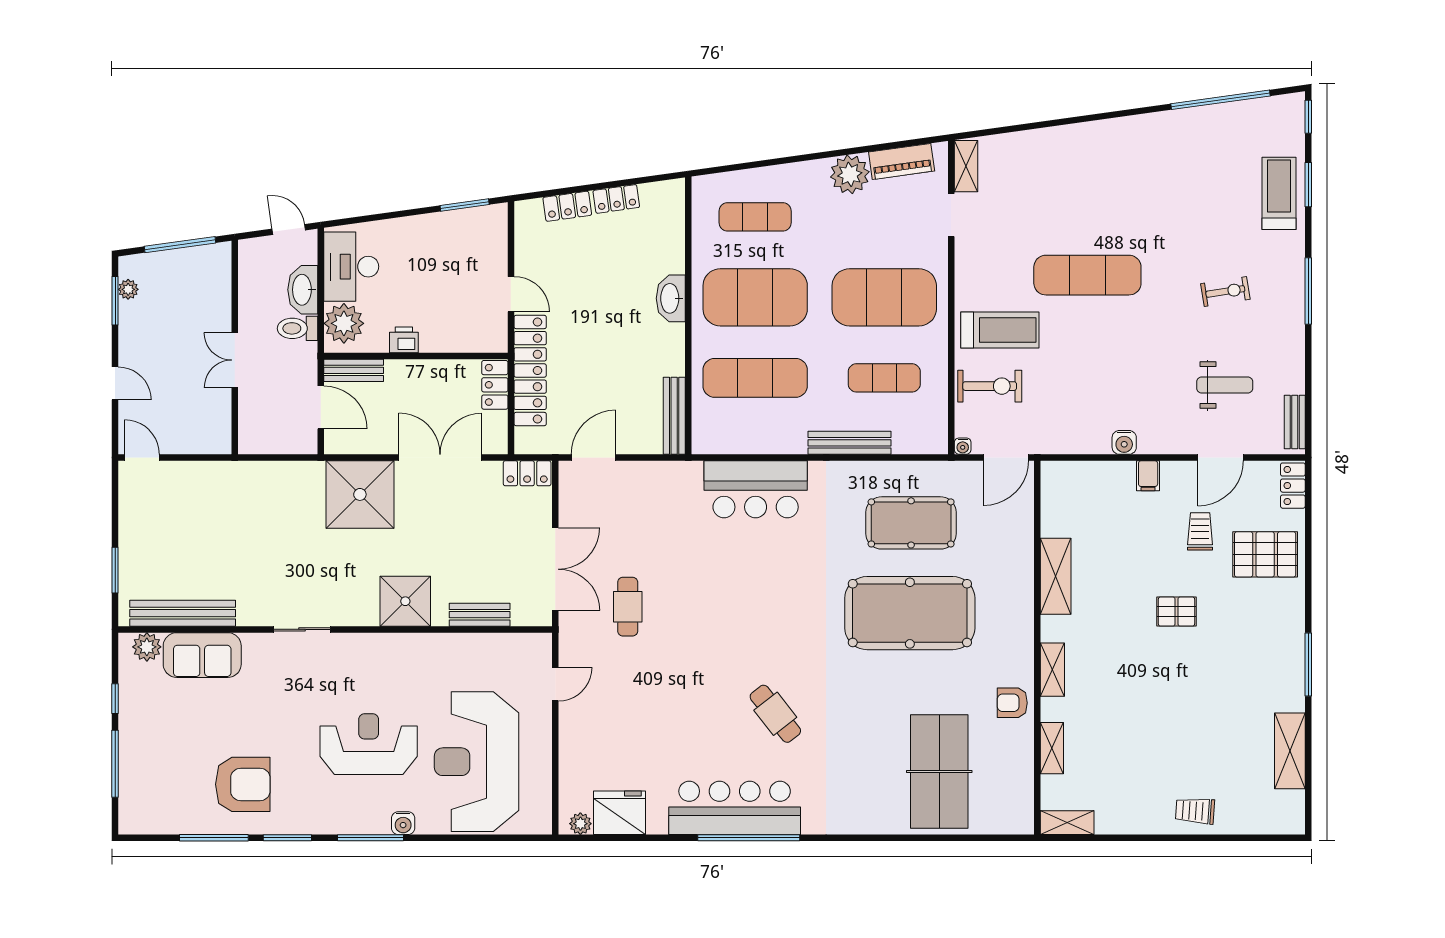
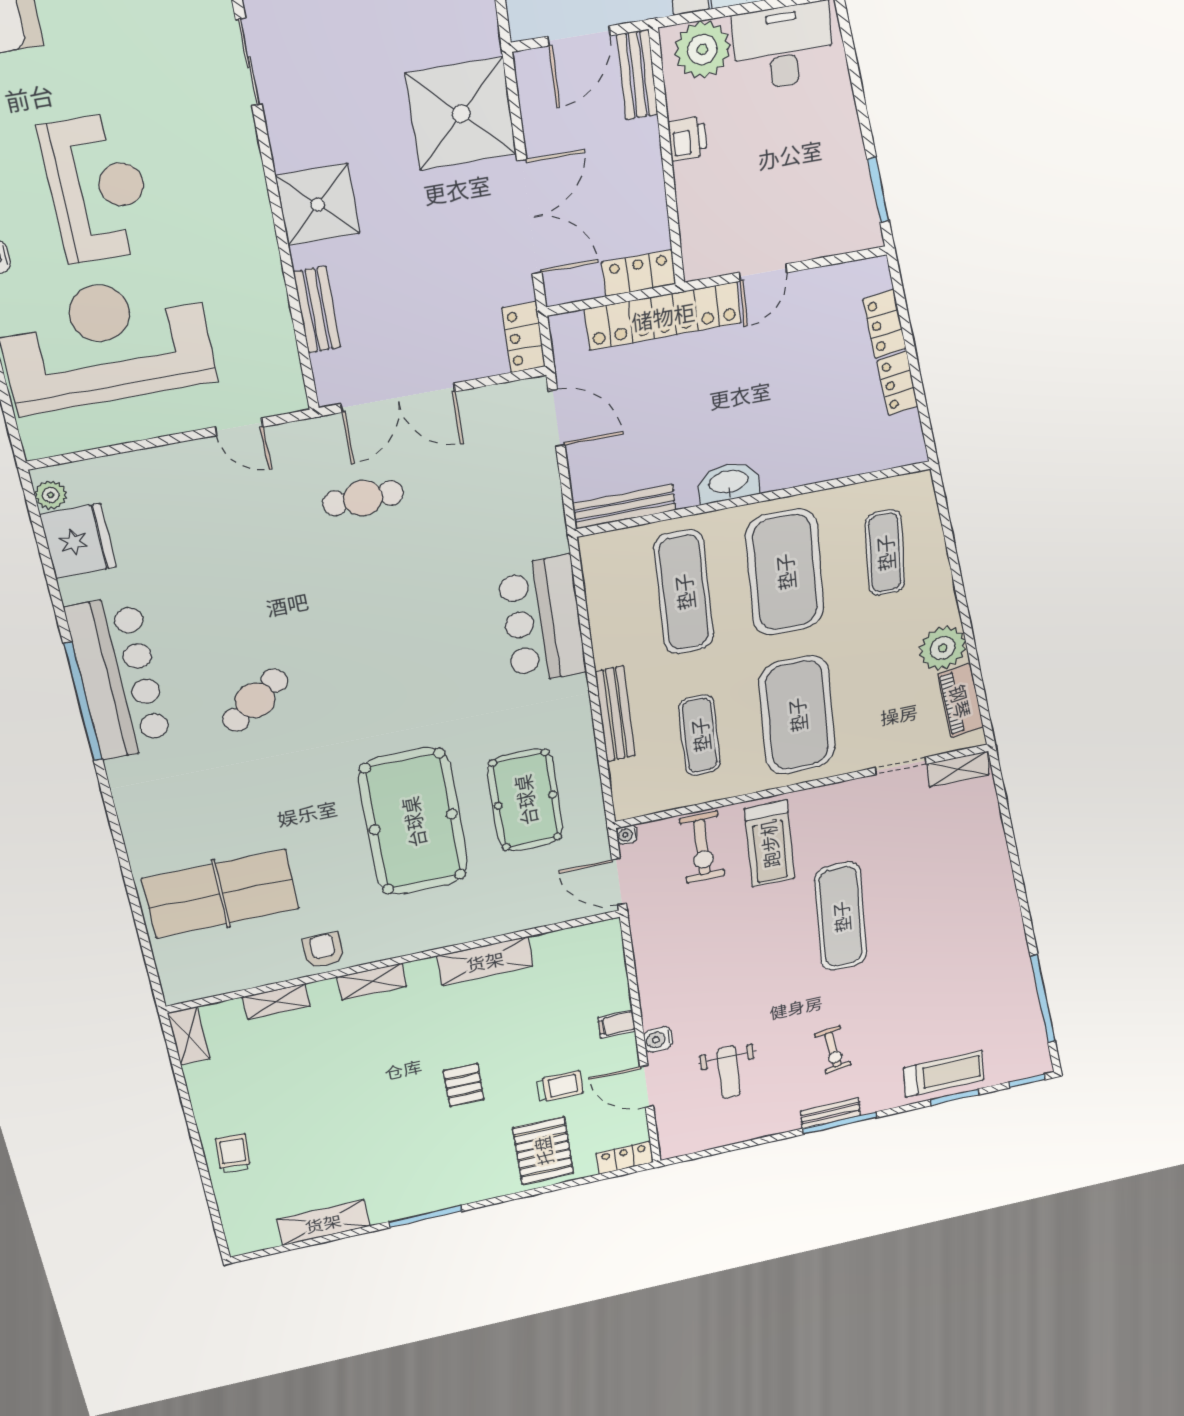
washbasin: (671, 298) -> (729, 482), moved
bench: (1295, 422) -> (830, 1113), moved
water cooler: (1124, 442) -> (658, 1039), moved

